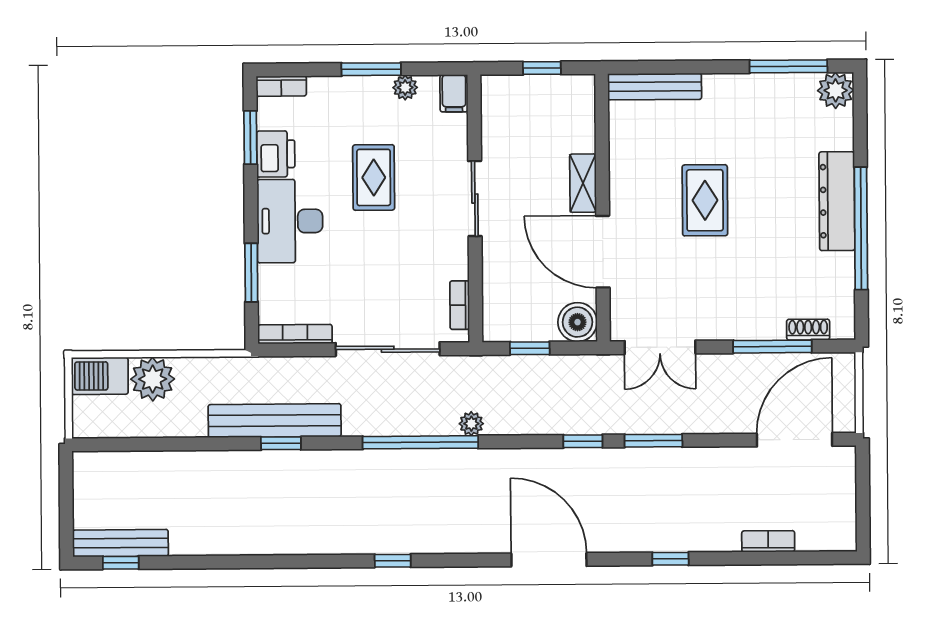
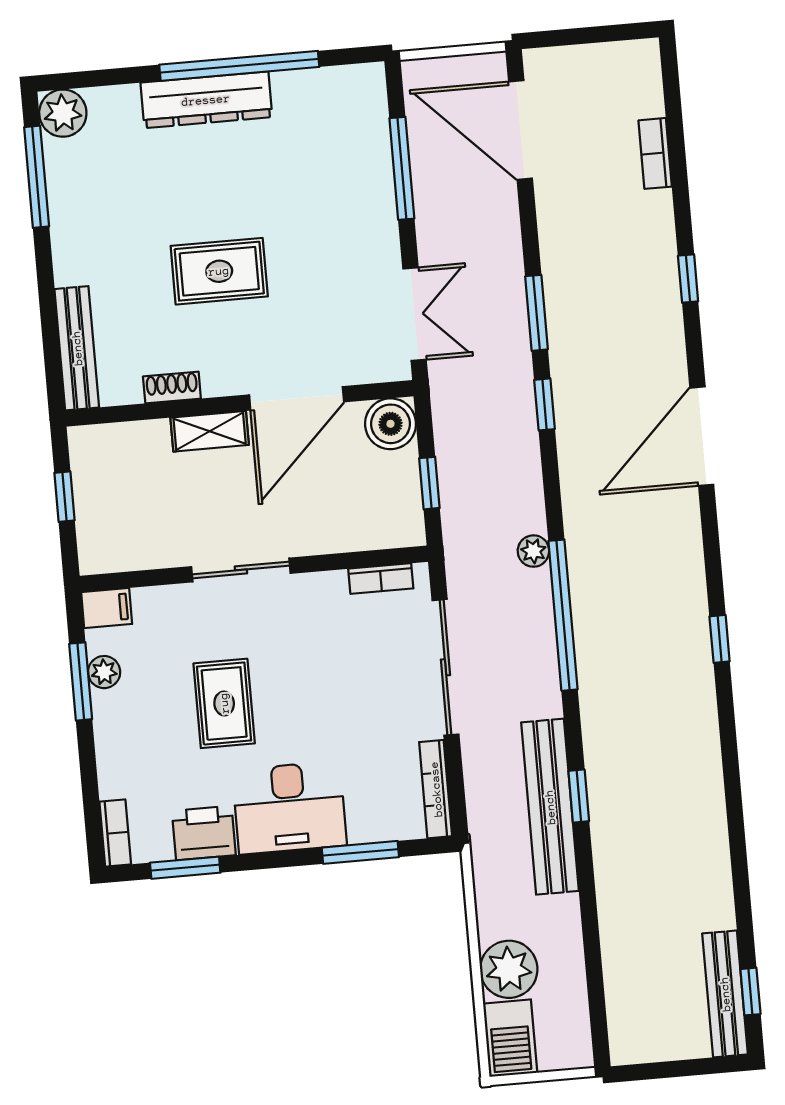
window: (371, 69) -> (81, 681), moved
rug: (374, 177) -> (224, 703), turned 90
shoe rack: (808, 330) -> (172, 388), moved, turned 90

